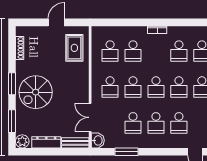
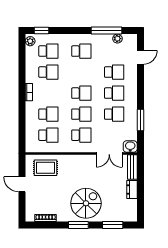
school desk: (179, 87) -> (81, 72), removed
spiral stairs: (36, 92) -> (86, 203), turned -90
plant: (22, 141) -> (131, 215), removed
dresser: (46, 142) -> (132, 189), width x0.70

